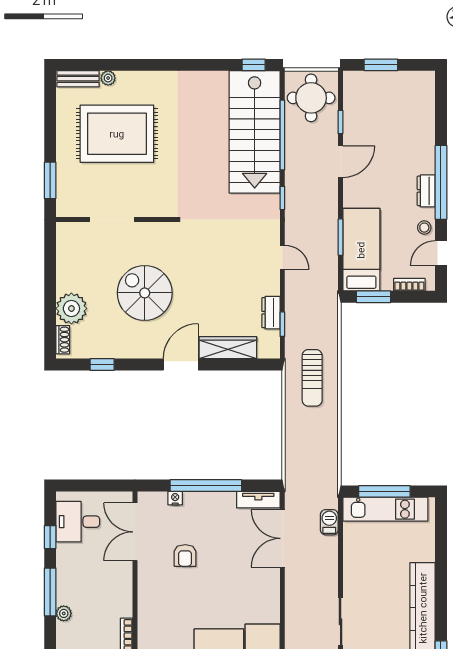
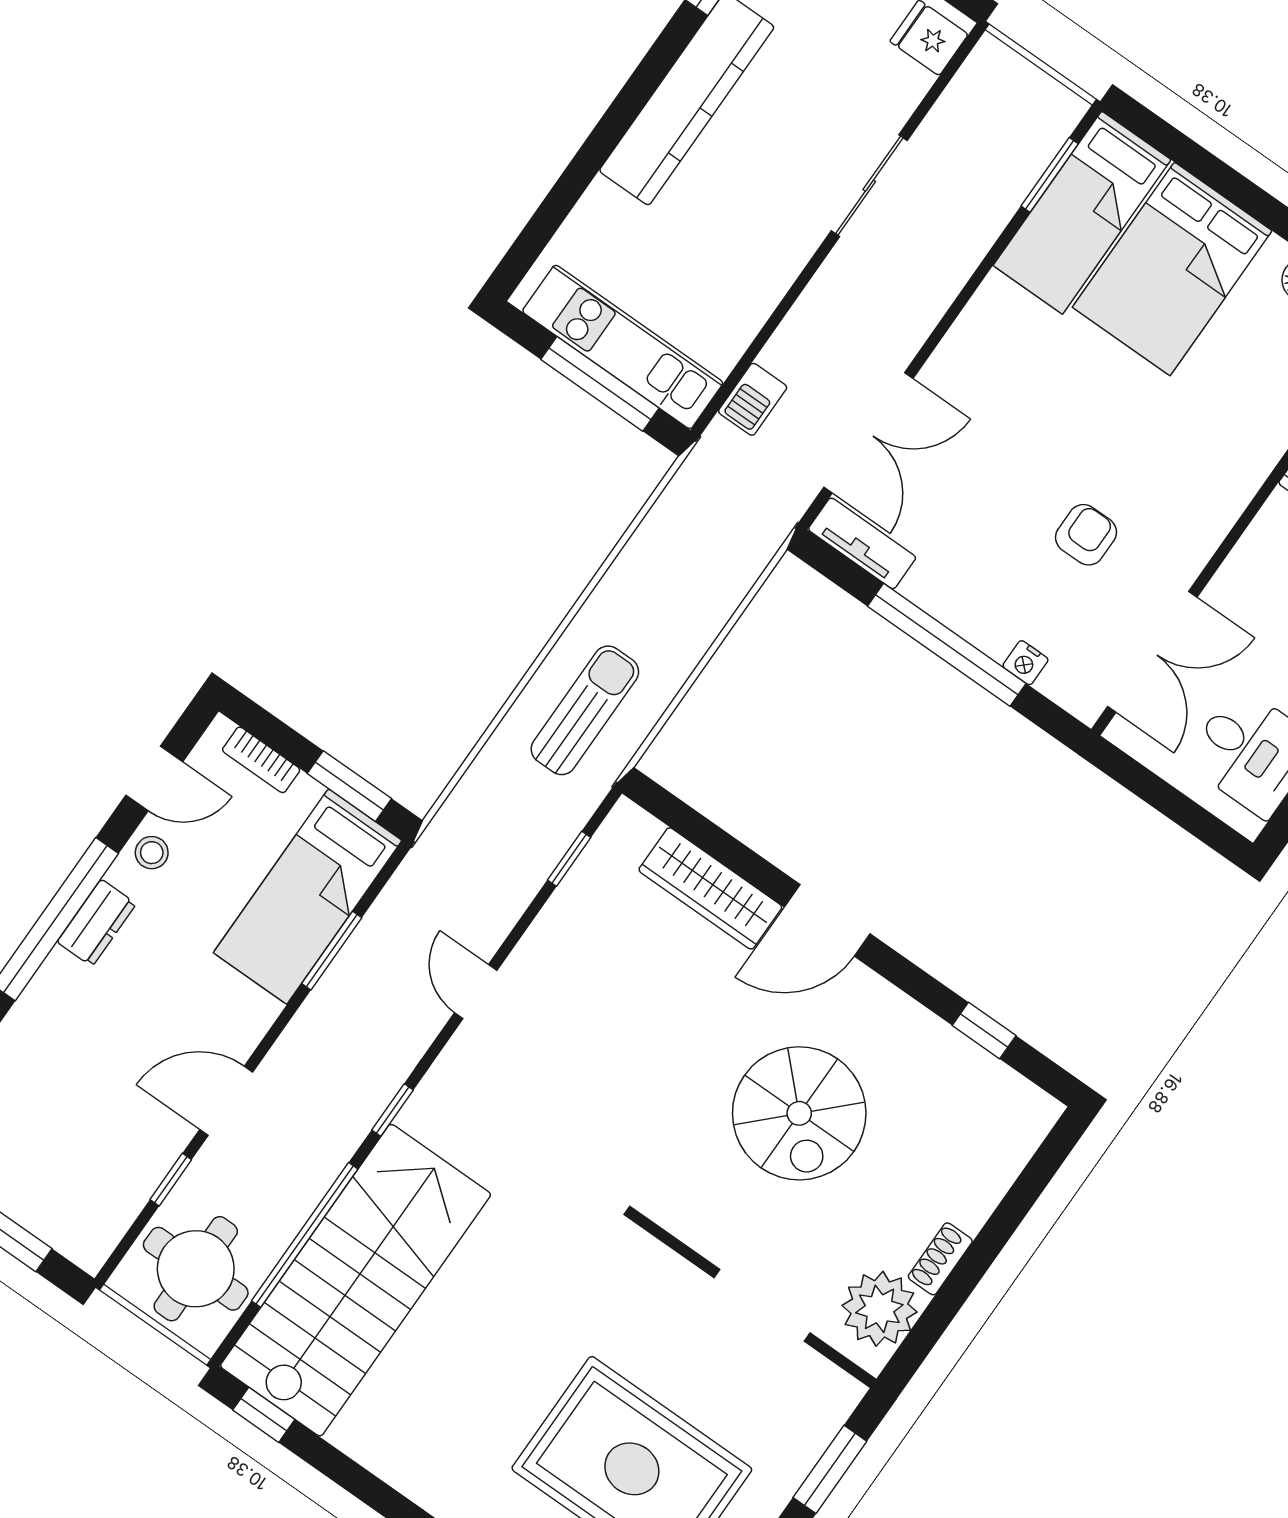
plant: (71, 308) -> (879, 1309), moved
dresser: (271, 313) -> (576, 898), removed
shoe rack: (63, 340) -> (940, 1259), moved

